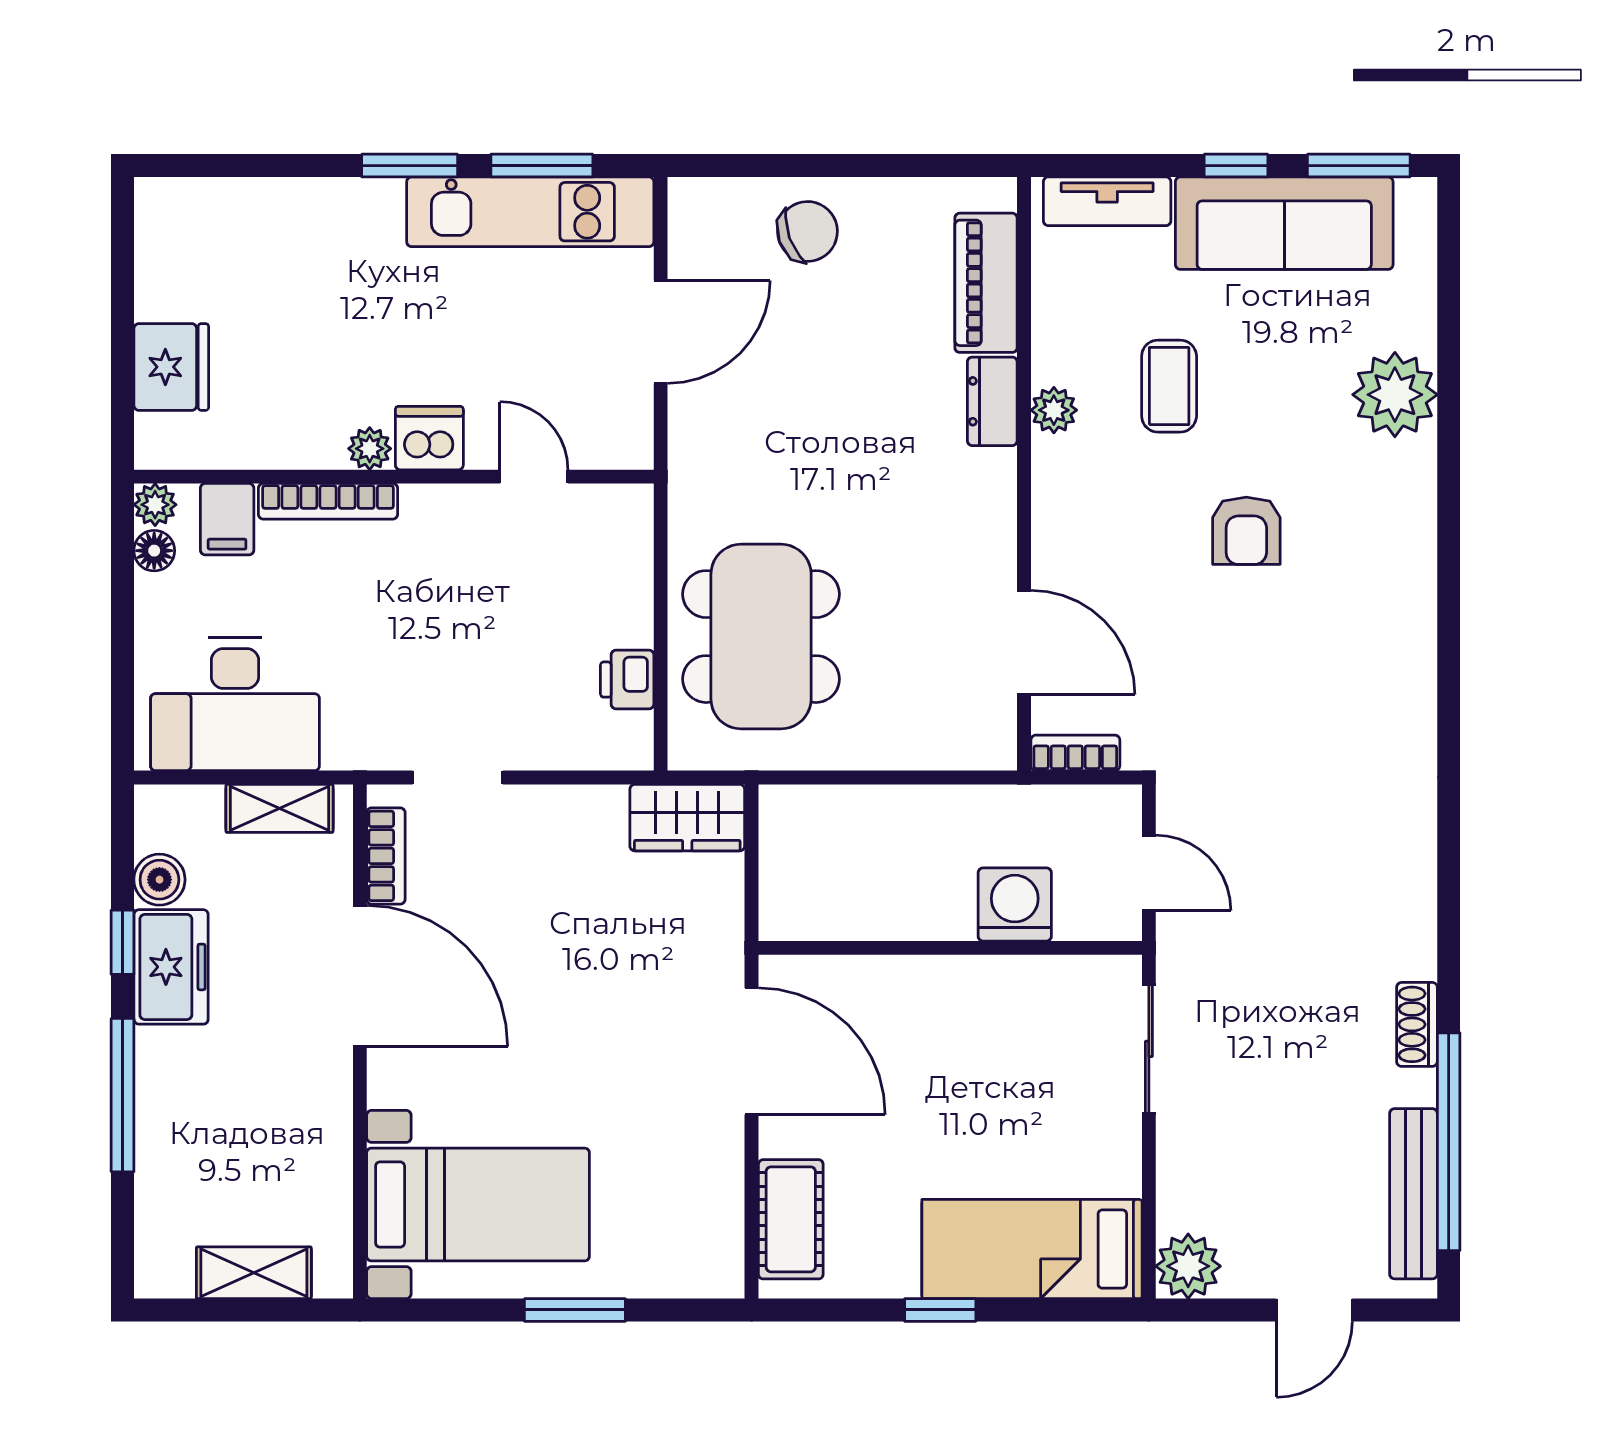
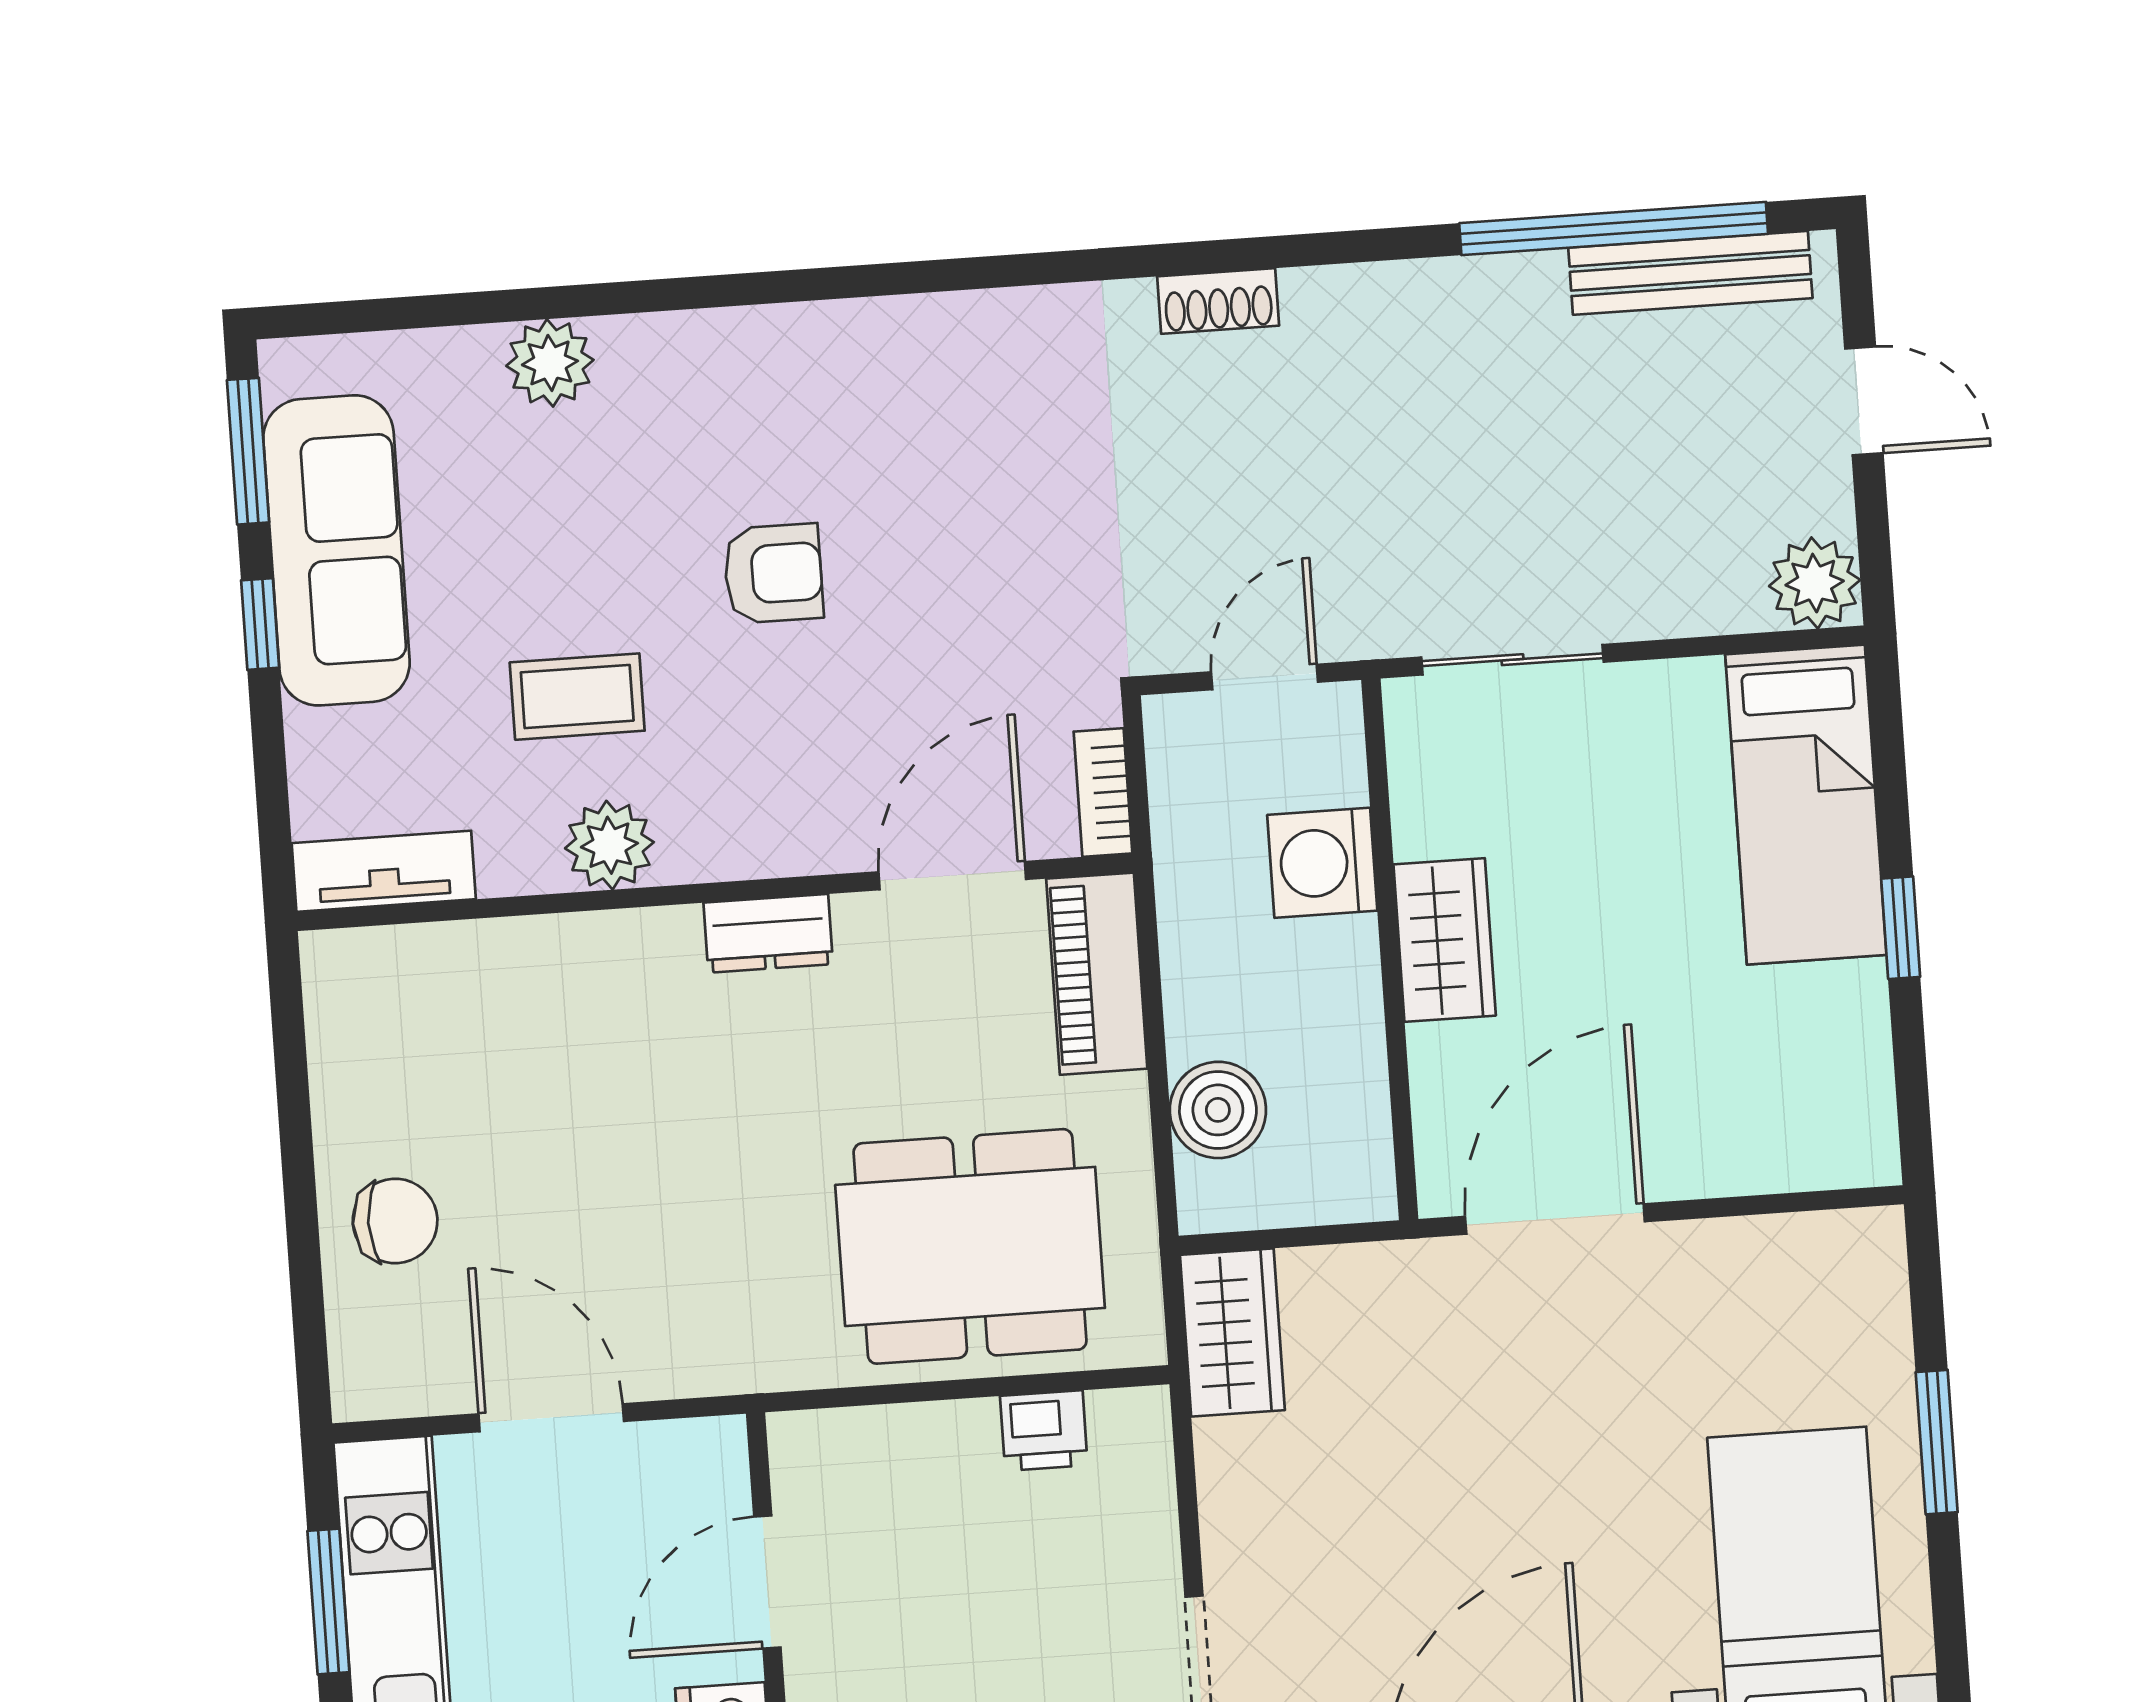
tv unit: (1107, 201) -> (384, 871), moved, turned -90
chair: (807, 231) -> (395, 1221), turned 110
piano: (986, 283) -> (1097, 974), moved, turned 90
plant: (1395, 395) -> (550, 363), width x0.73, depth x0.73
dresser: (992, 401) -> (768, 933), moved
plant: (1054, 410) -> (609, 845), width x1.38, depth x1.38
door: (534, 477) -> (767, 1582), width x1.38
boiler: (845, 818) -> (1218, 1110), added
wardrobe: (954, 987) -> (1445, 940), added
shoe rack: (1417, 1024) -> (1218, 301), moved
cot: (791, 1219) -> (1788, 1147), removed

